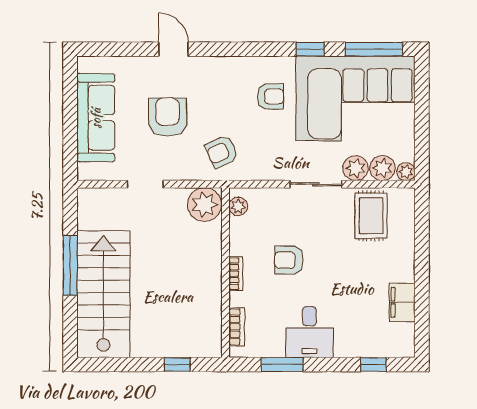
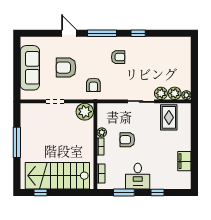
window: (374, 49) -> (102, 33), moved
corner sofa: (355, 98) -> (161, 58), removed
armchair: (167, 117) -> (66, 68), turned -90
armchair: (222, 152) -> (93, 85), turned -65
plant: (238, 206) -> (102, 132), moved
stairs: (103, 294) -> (57, 176), moved, turned -90
window: (177, 364) -> (41, 192), moved
window: (373, 364) -> (157, 192), moved

